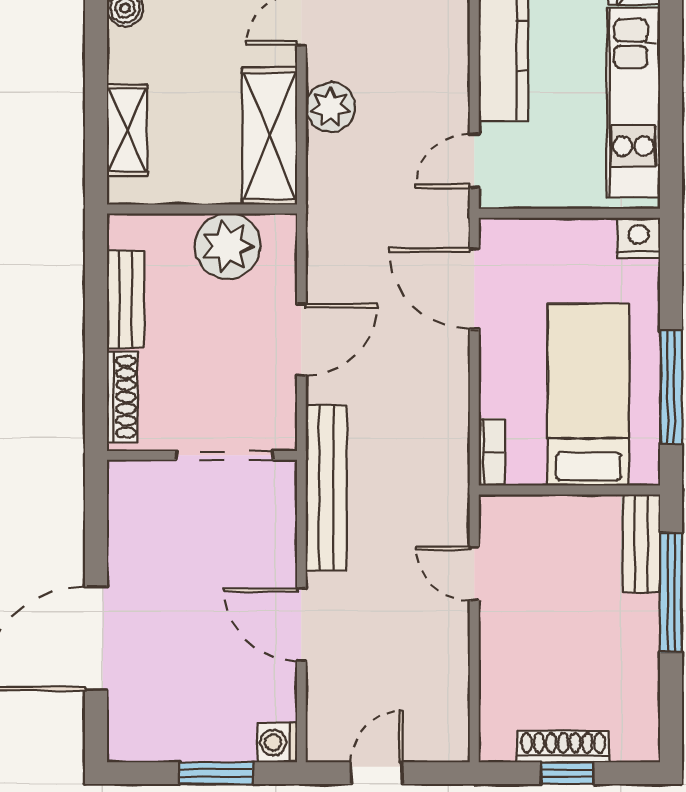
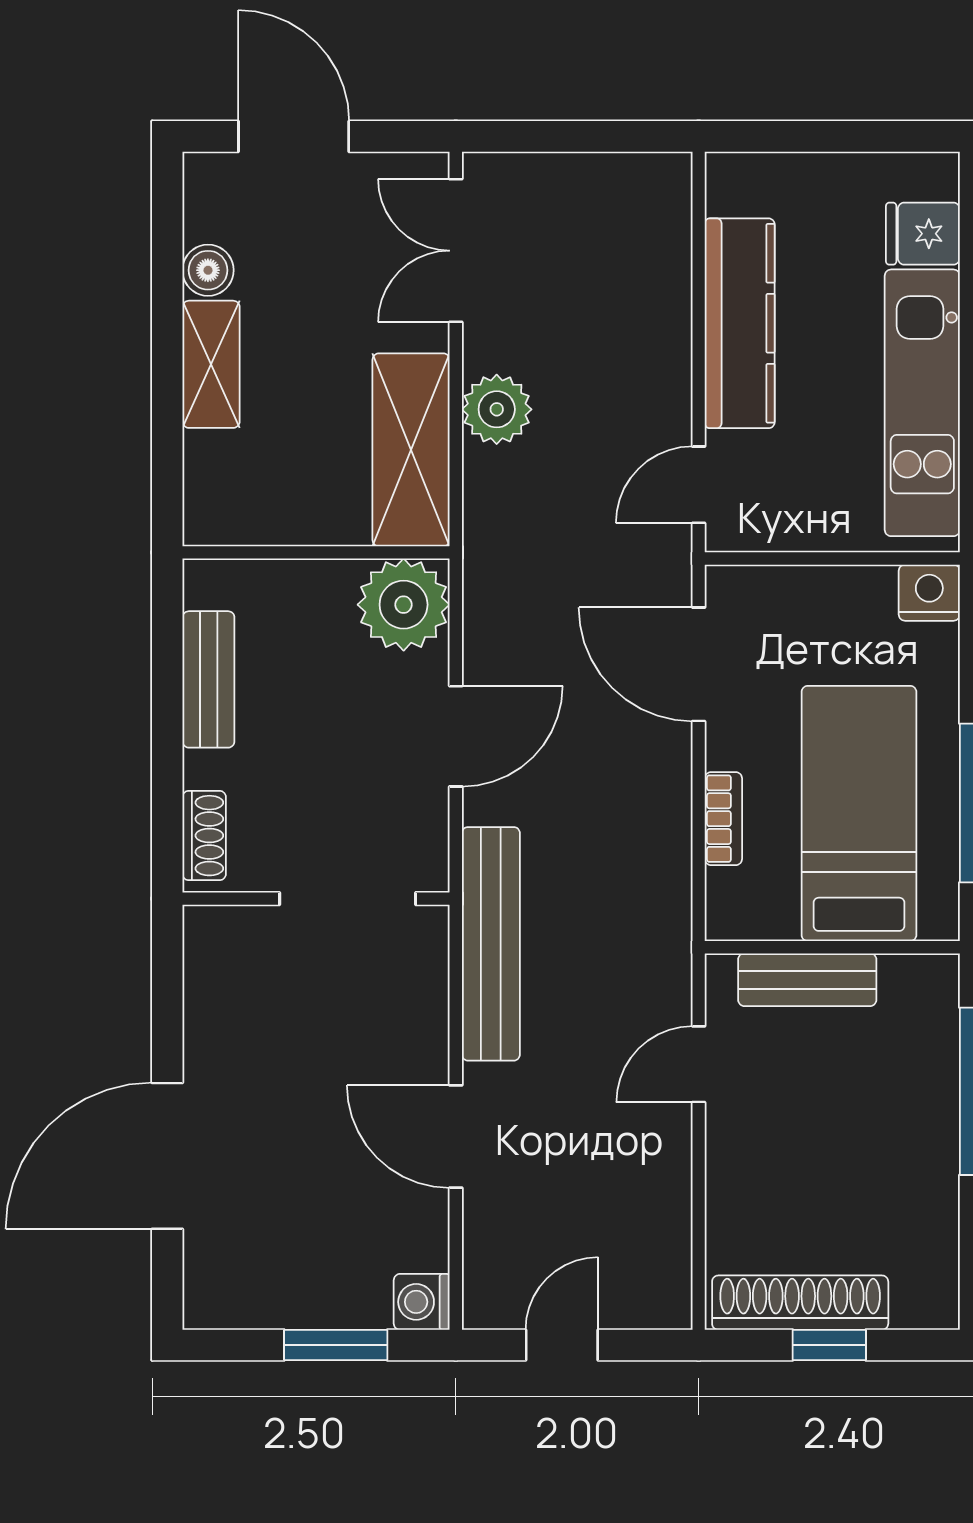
shelving: (127, 130) -> (211, 364), moved
plant: (228, 246) -> (404, 605), moved
shoe rack: (122, 397) -> (204, 836), width x0.70
bookcase: (492, 452) -> (723, 819), moved
bench: (641, 544) -> (807, 980), moved, turned 90
door: (474, 573) -> (699, 1064), hinge flipped
shoe rack: (563, 747) -> (800, 1303), width x1.36, depth x1.24

